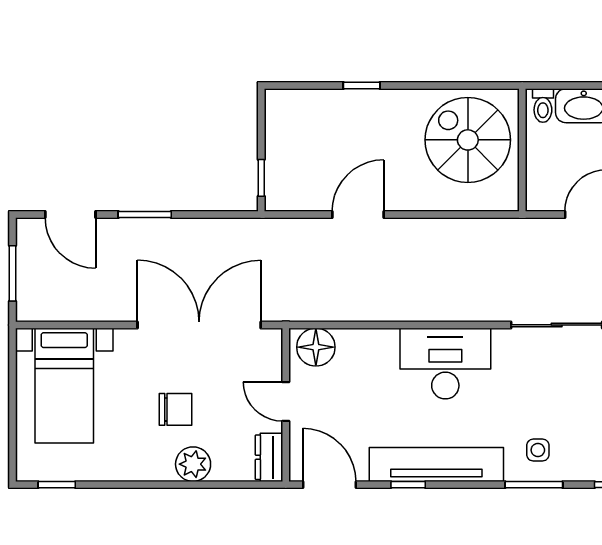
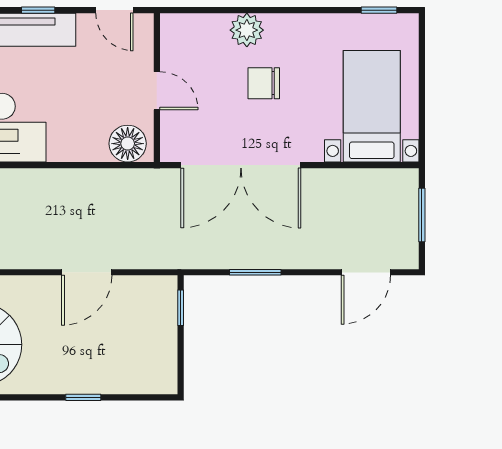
door: (70, 214) -> (366, 272), swing flipped
window: (145, 214) -> (255, 272), moved
dresser: (269, 457) -> (173, 37), removed
door: (329, 485) -> (114, 10), width x0.73

